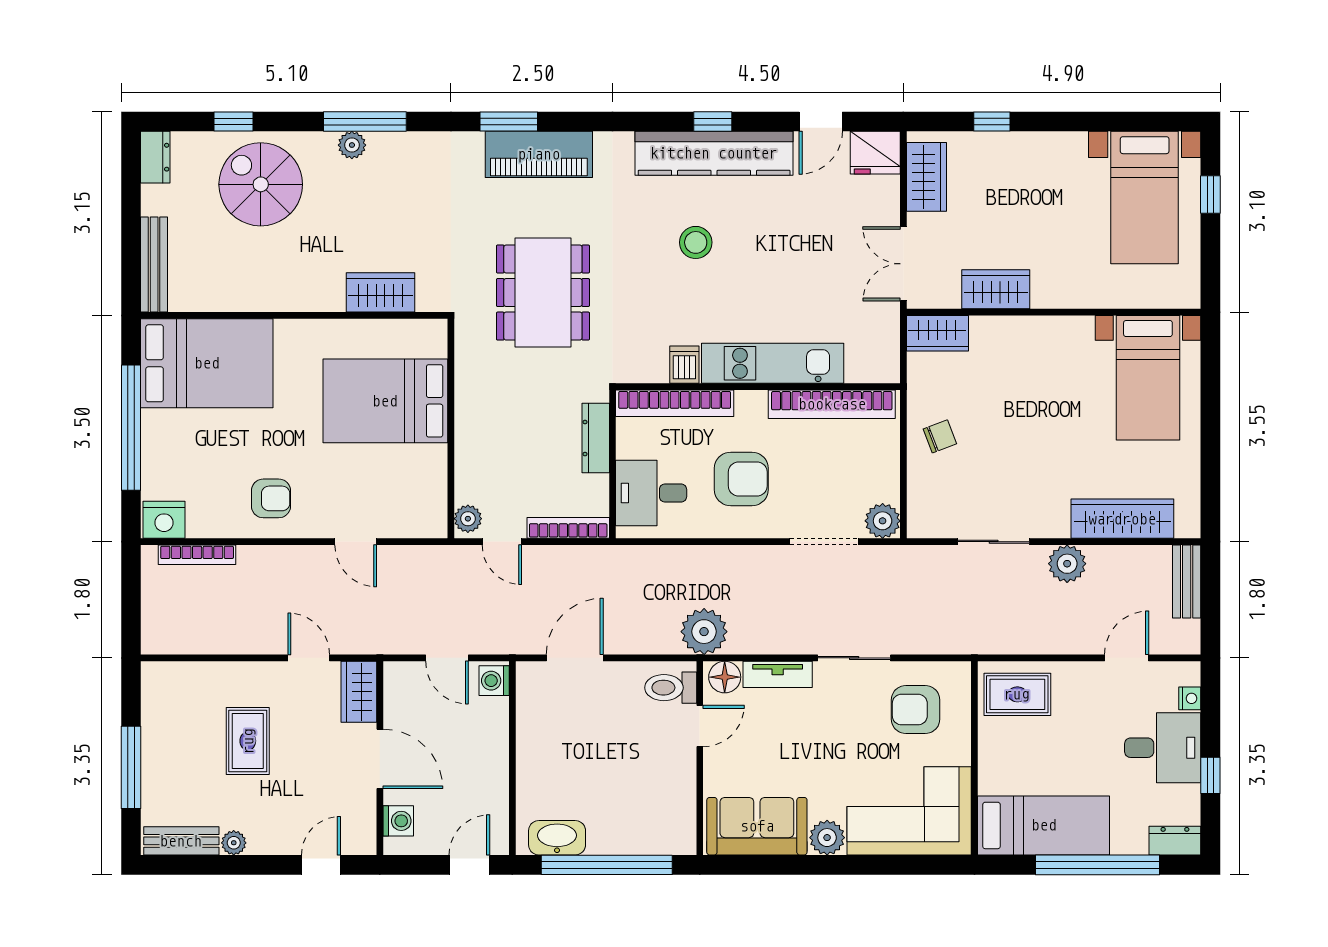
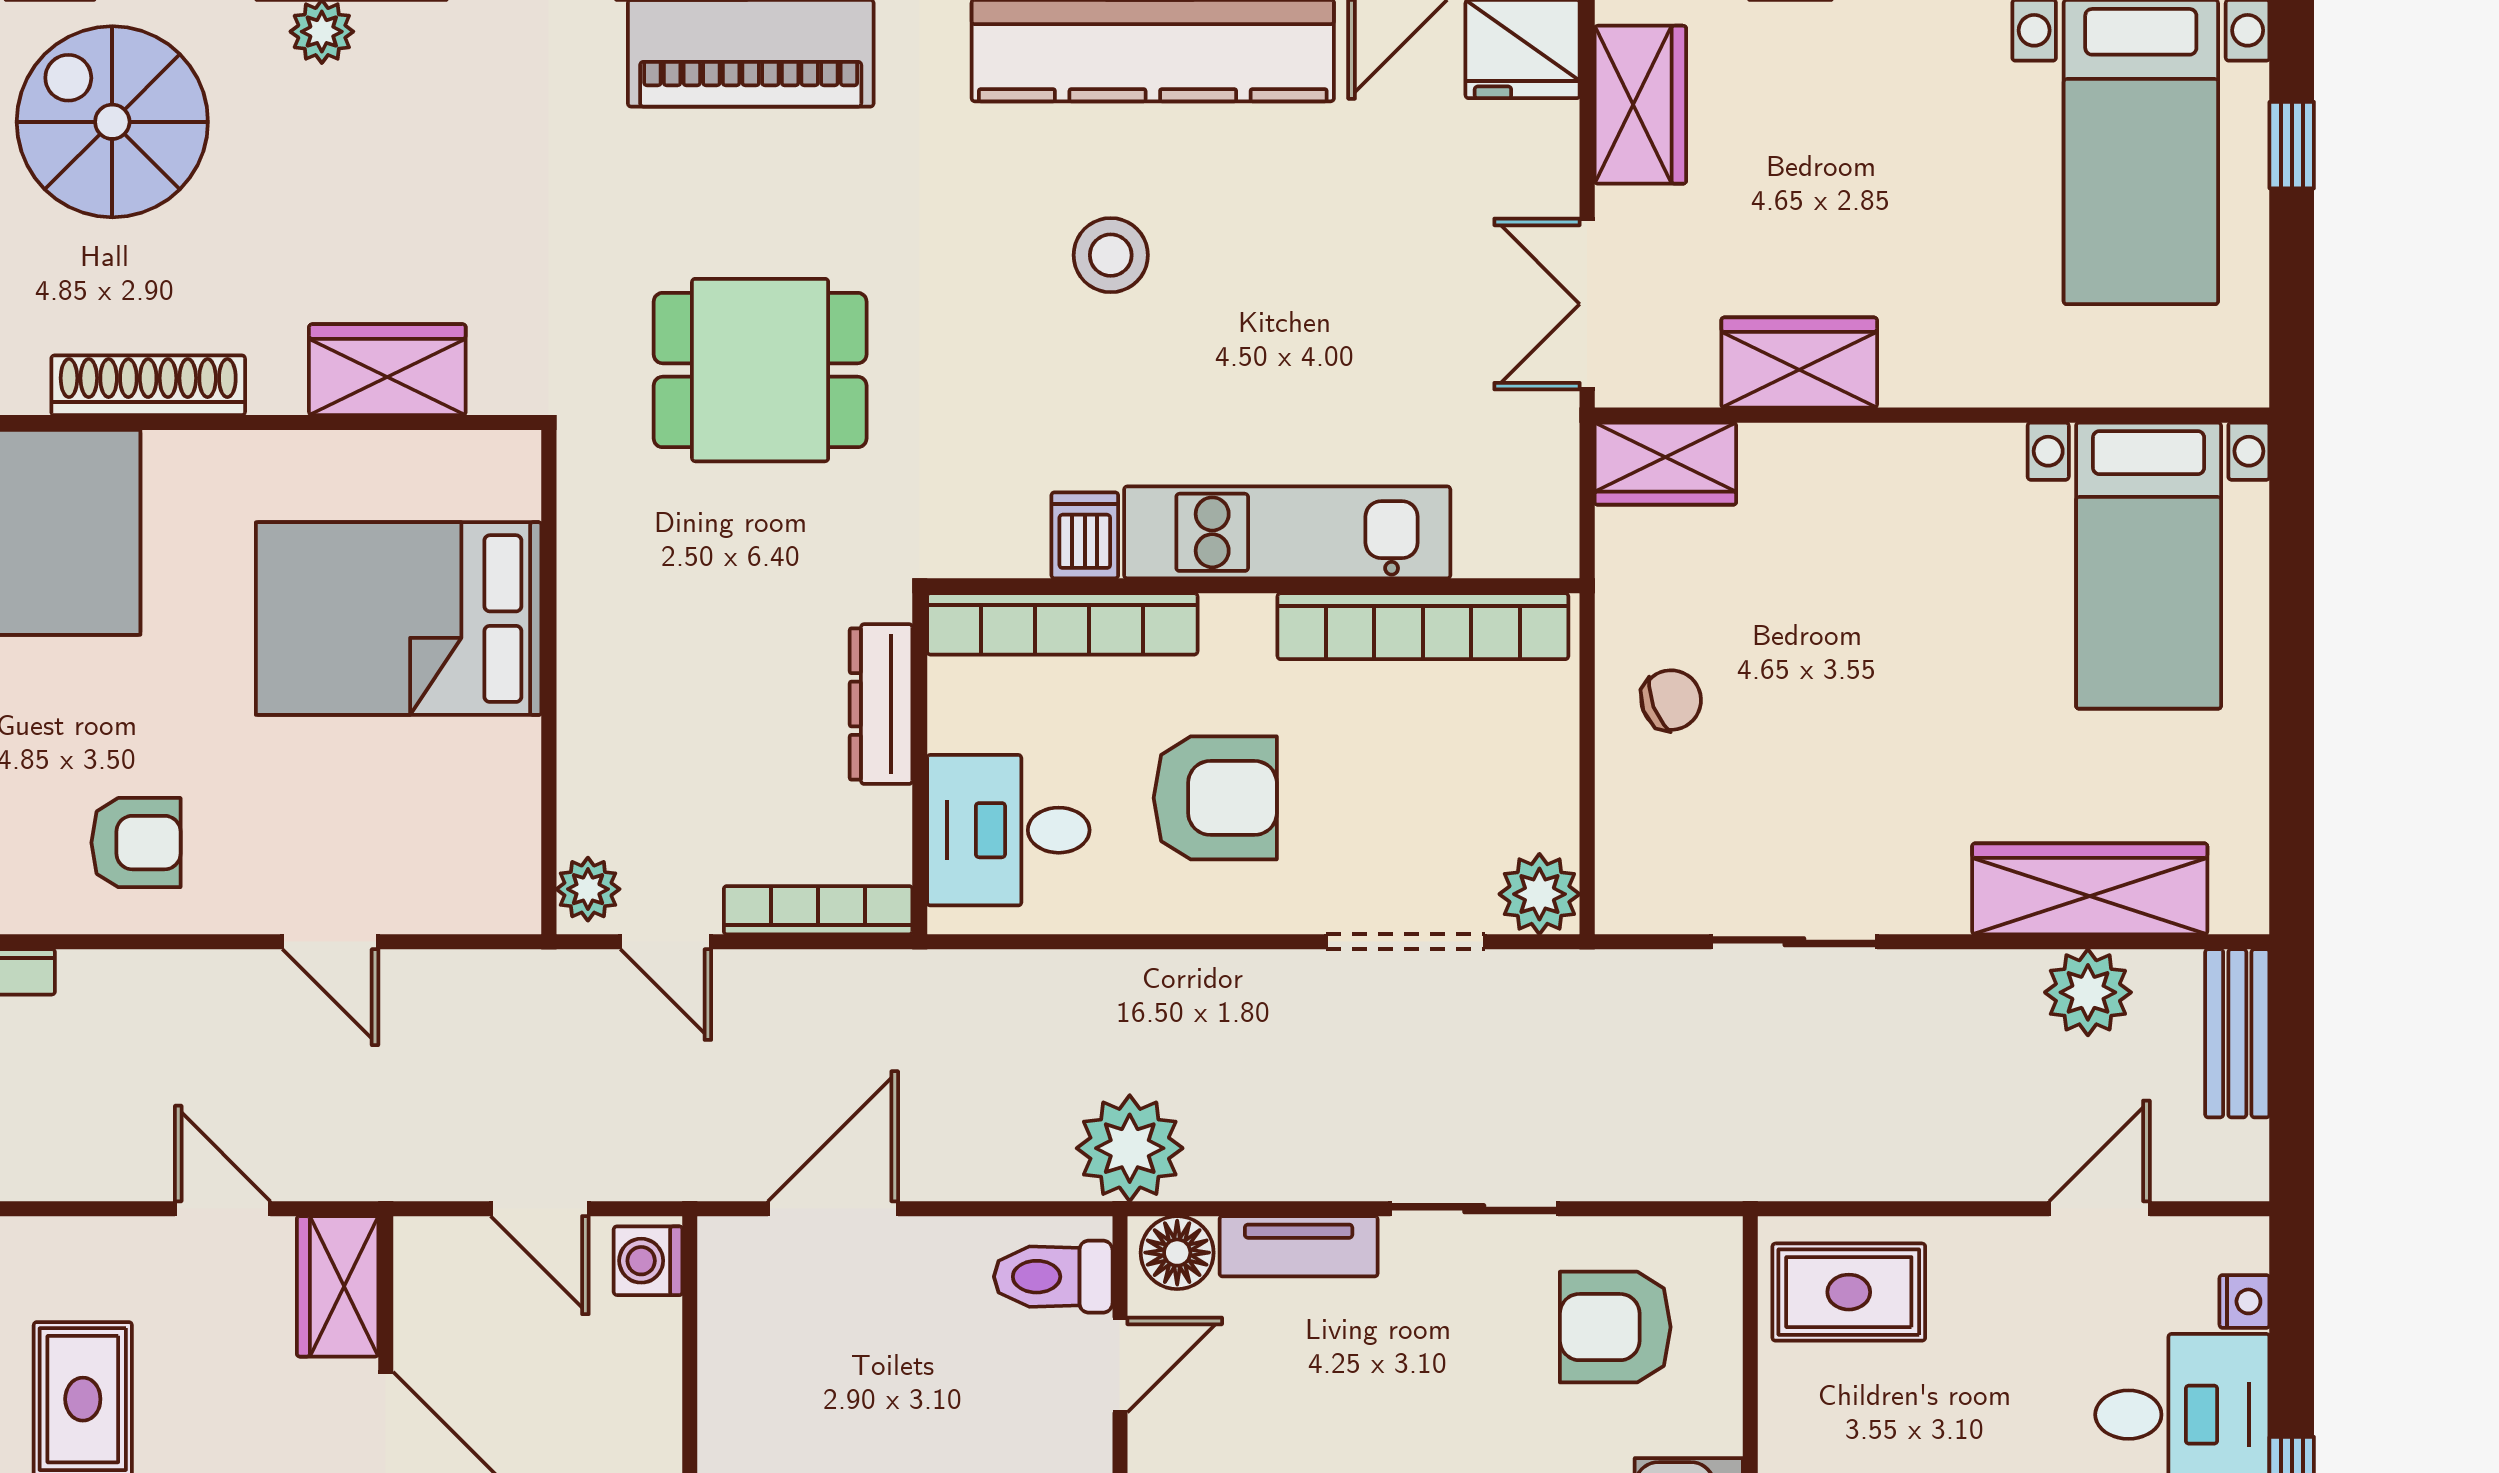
dining table: (543, 293) -> (760, 370), width x0.73
shoe rack: (276, 299) -> (148, 385), added
plant: (1067, 564) -> (2088, 992), moved

